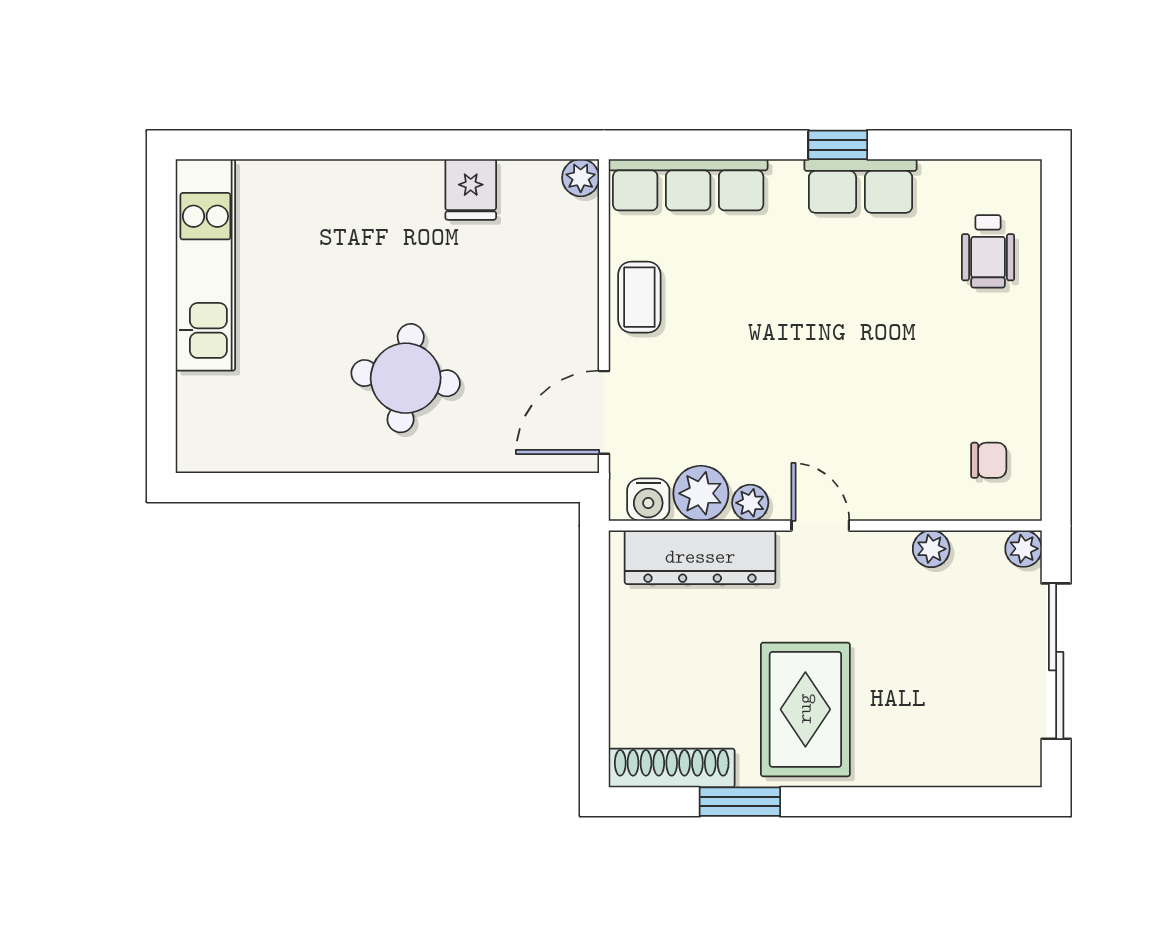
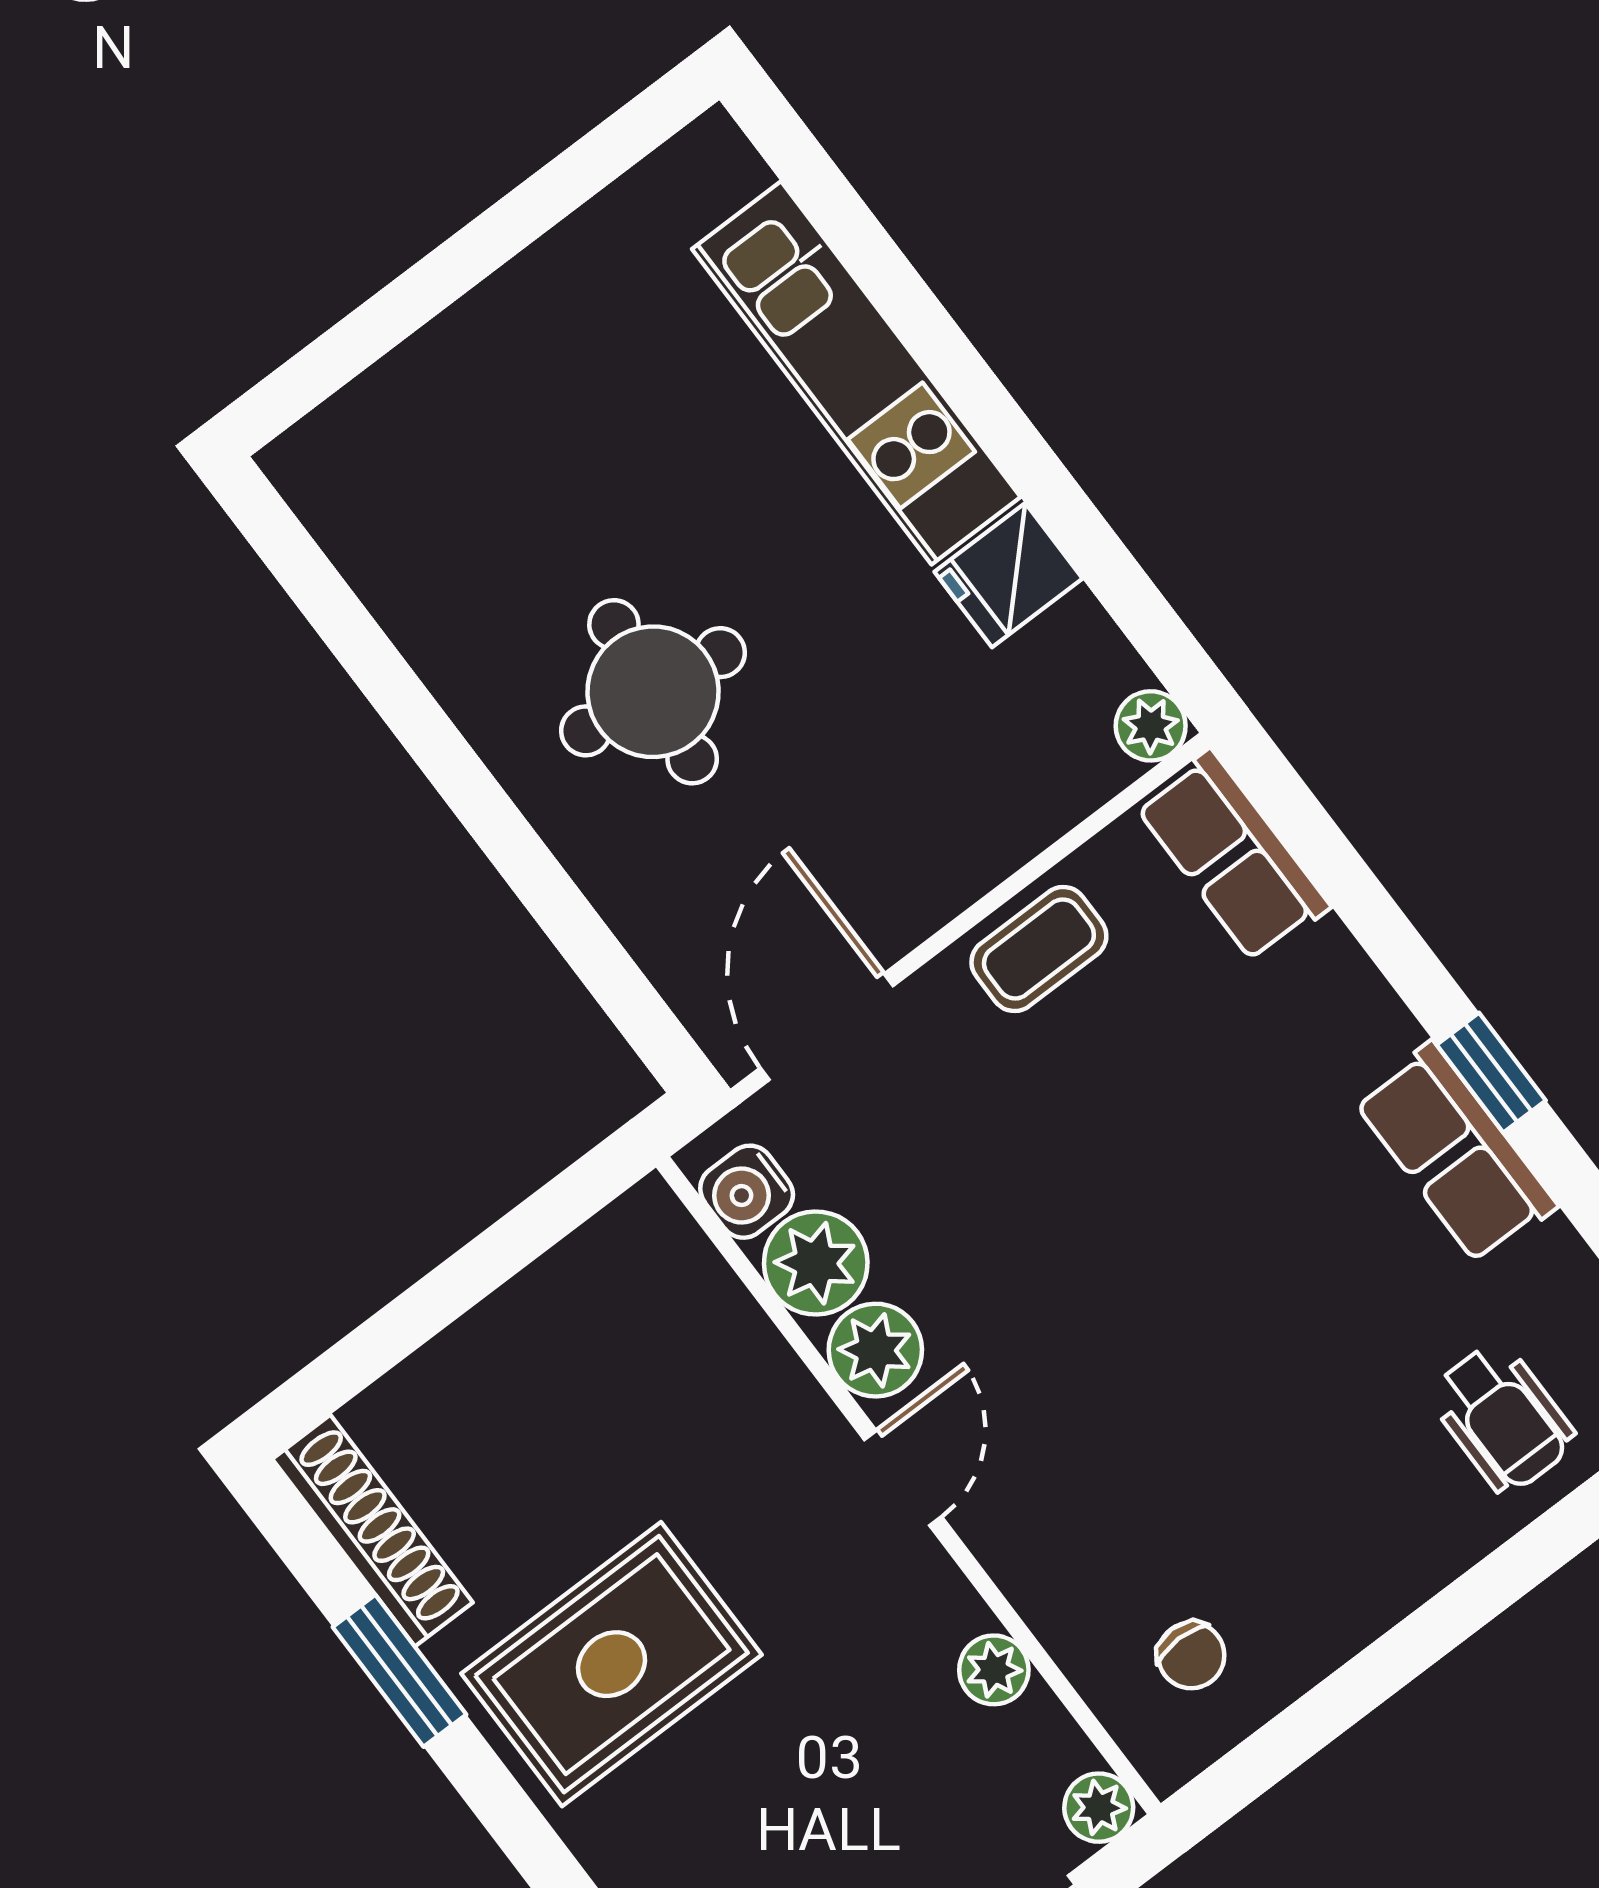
row of seats: (688, 185) -> (1233, 856), width x0.68
wheelchair: (988, 251) -> (1502, 1418), turned -90
kitchen unit: (205, 265) -> (856, 373), moved, turned 90
door: (604, 412) -> (827, 1027), hinge flipped
plant: (750, 503) -> (875, 1350), width x1.38, depth x1.38
dresser: (700, 557) -> (719, 1334), removed

